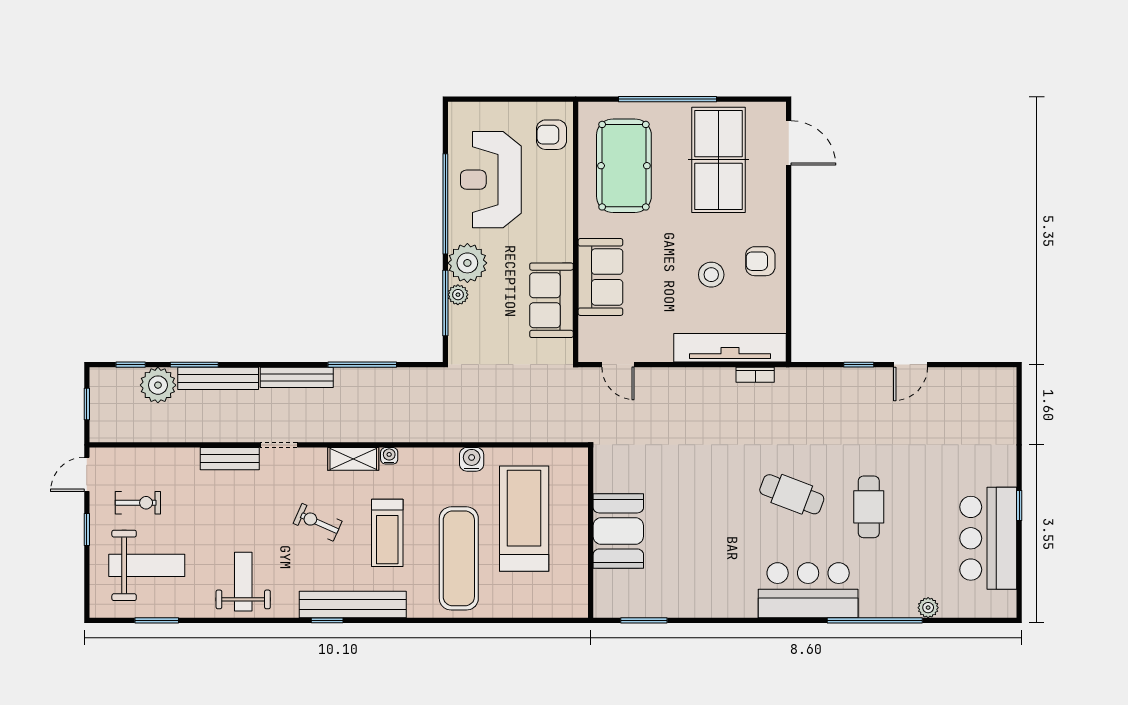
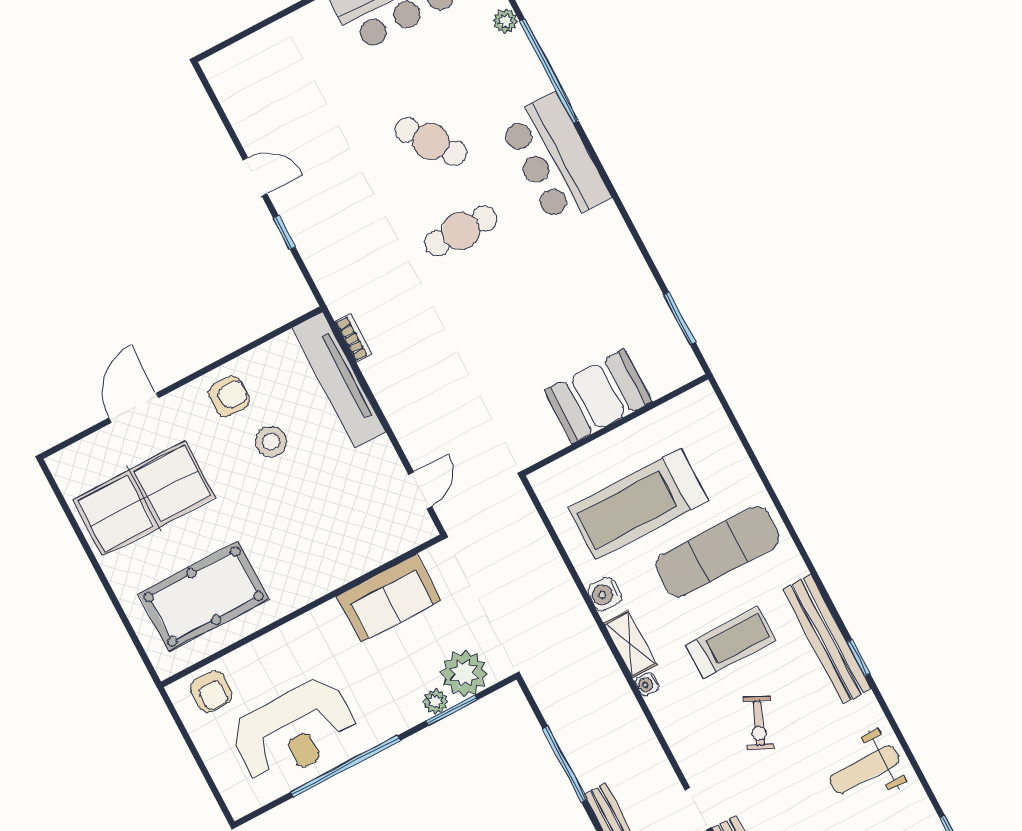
window: (668, 99) -> (108, 587), removed
door: (789, 143) -> (134, 408), moved
armchair: (760, 261) -> (229, 396), turned -90
plant: (467, 263) -> (464, 673), moved
sofa: (600, 277) -> (336, 559), removed
window: (445, 303) -> (452, 710), width x0.69
shelving: (353, 459) -> (630, 644), moved
cafe table: (792, 494) -> (461, 231), turned 69
cafe table: (869, 507) -> (431, 141), turned 54

